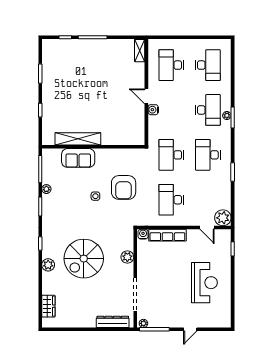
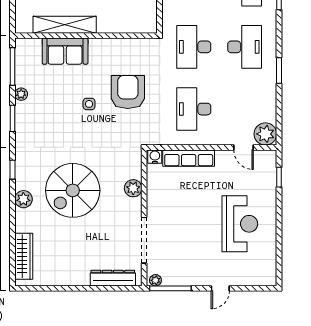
desk: (208, 155) -> (245, 47), turned 180
armchair: (124, 187) -> (128, 92), turned 180
wardrobe: (48, 306) -> (24, 256), width x1.50

